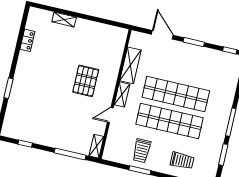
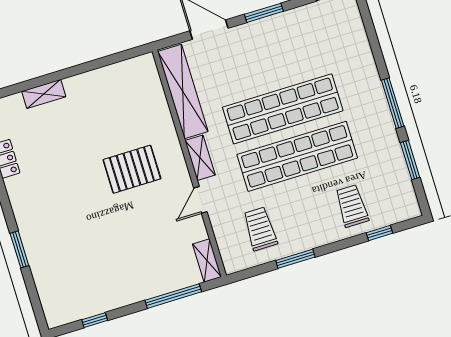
shelving: (130, 65) -> (183, 91), width x1.47
pallet: (86, 81) -> (132, 169), turned 90
trolley: (142, 151) -> (260, 229), moved, turned 180
trolley: (182, 161) -> (352, 206), turned -90

